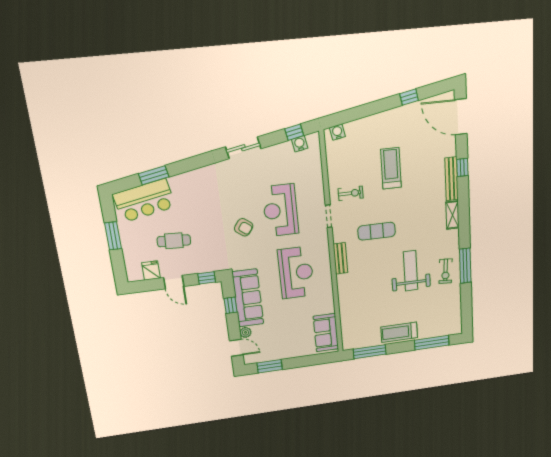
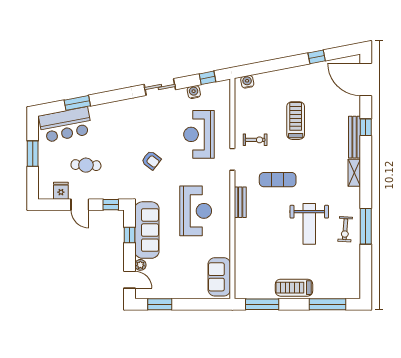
water cooler: (300, 144) -> (194, 92), moved
reception desk: (281, 210) -> (199, 134), moved
weight bench: (411, 271) -> (309, 224), turned 180

